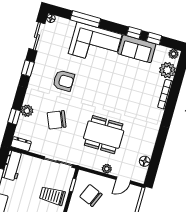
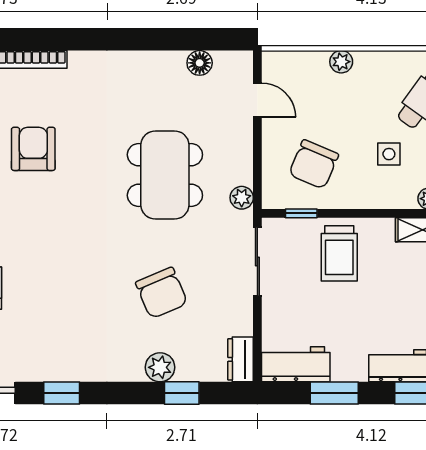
armchair: (64, 81) -> (33, 149), moved
plant: (107, 169) -> (242, 198), moved

